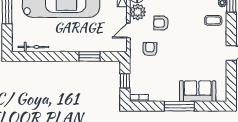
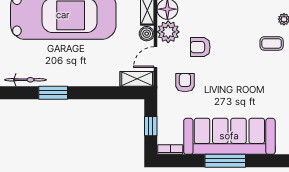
boiler: (122, 13) -> (147, 34), added
shelving: (115, 46) -> (137, 79), added
window: (89, 56) -> (53, 93), moved
sofa: (198, 91) -> (229, 136), width x1.85, depth x1.27

